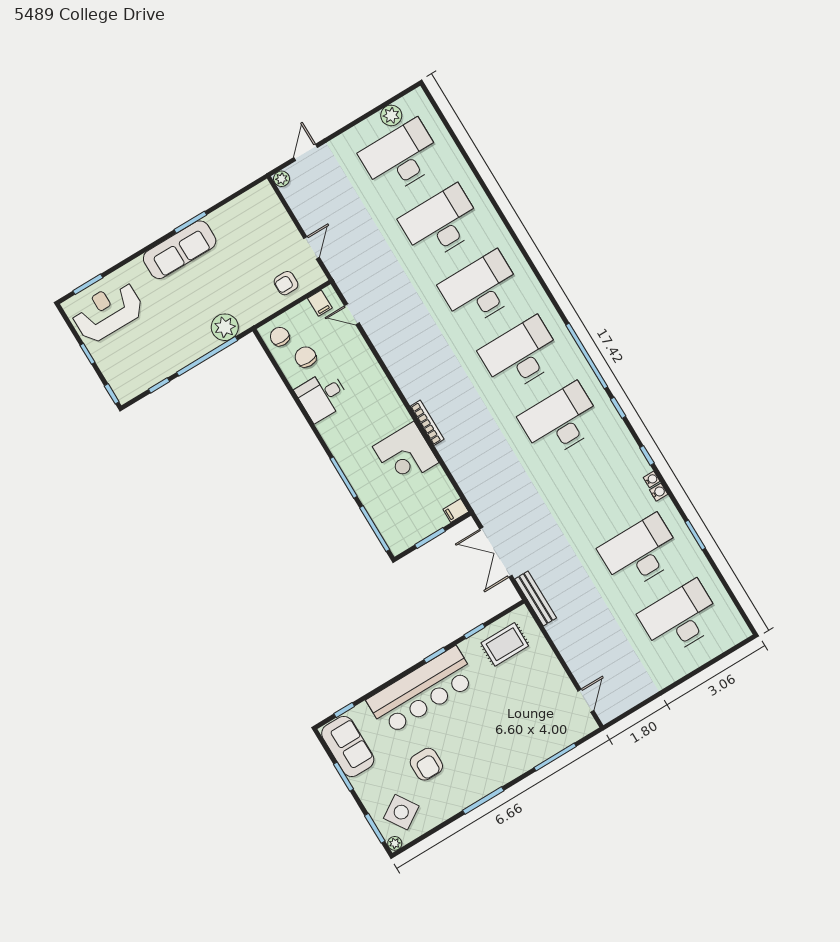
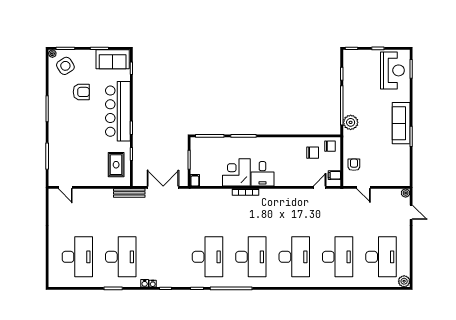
plant: (391, 115) -> (404, 281), moved
desk: (322, 396) -> (262, 174), moved, turned 180
armchair: (426, 764) -> (81, 92), turned 180

